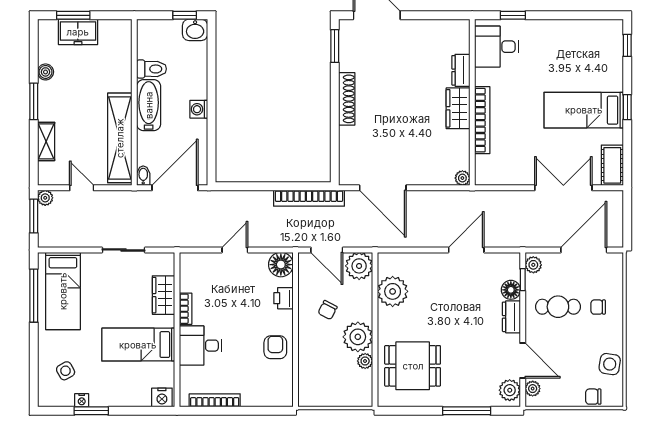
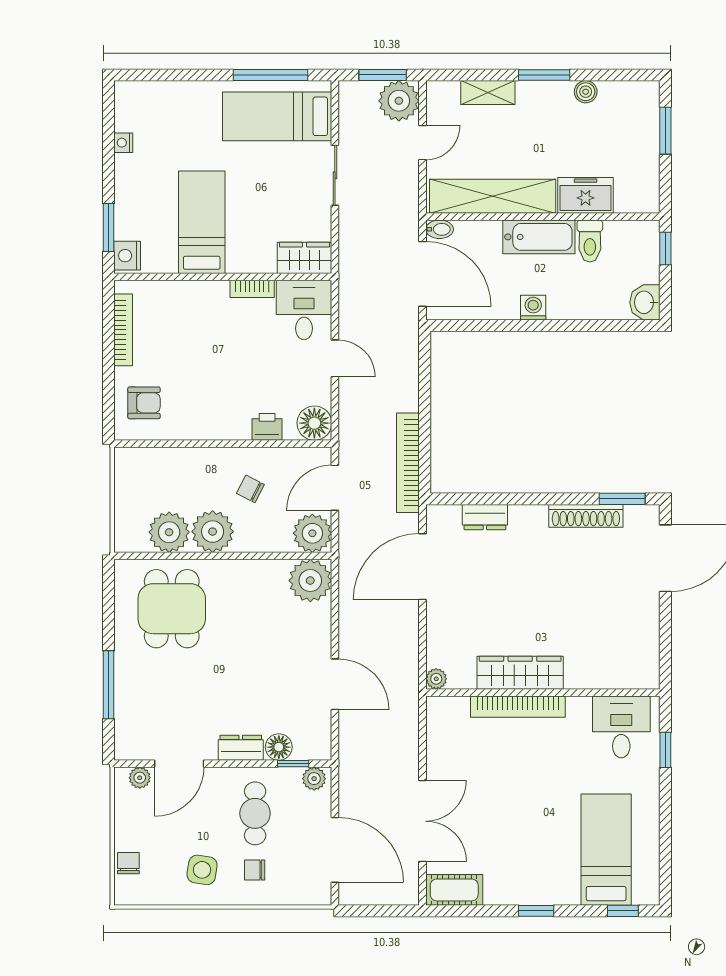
window: (185, 15) -> (665, 248), moved
freezer: (78, 32) -> (585, 195), moved, turned 90
dresser: (461, 70) -> (485, 517), moved, turned 180
shoe rack: (347, 99) -> (586, 516), moved
wardrobe: (458, 108) -> (520, 673), width x1.50
bed: (584, 110) -> (606, 850), moved
plant: (45, 198) -> (399, 101), width x1.87, depth x1.87
sliding door: (124, 250) -> (335, 175), moved
plant: (393, 291) -> (310, 581), moved
wardrobe: (163, 295) -> (305, 258), moved
chair: (598, 307) -> (255, 870), turned -90
desk: (200, 346) -> (304, 310), moved
armchair: (275, 347) -> (144, 403), moved
plant: (365, 361) -> (169, 532), width x1.88, depth x1.88
side table: (610, 364) -> (202, 870), moved
side table: (66, 371) -> (165, 120), removed
plant: (510, 390) -> (137, 745), removed
window: (91, 411) -> (108, 228), moved

